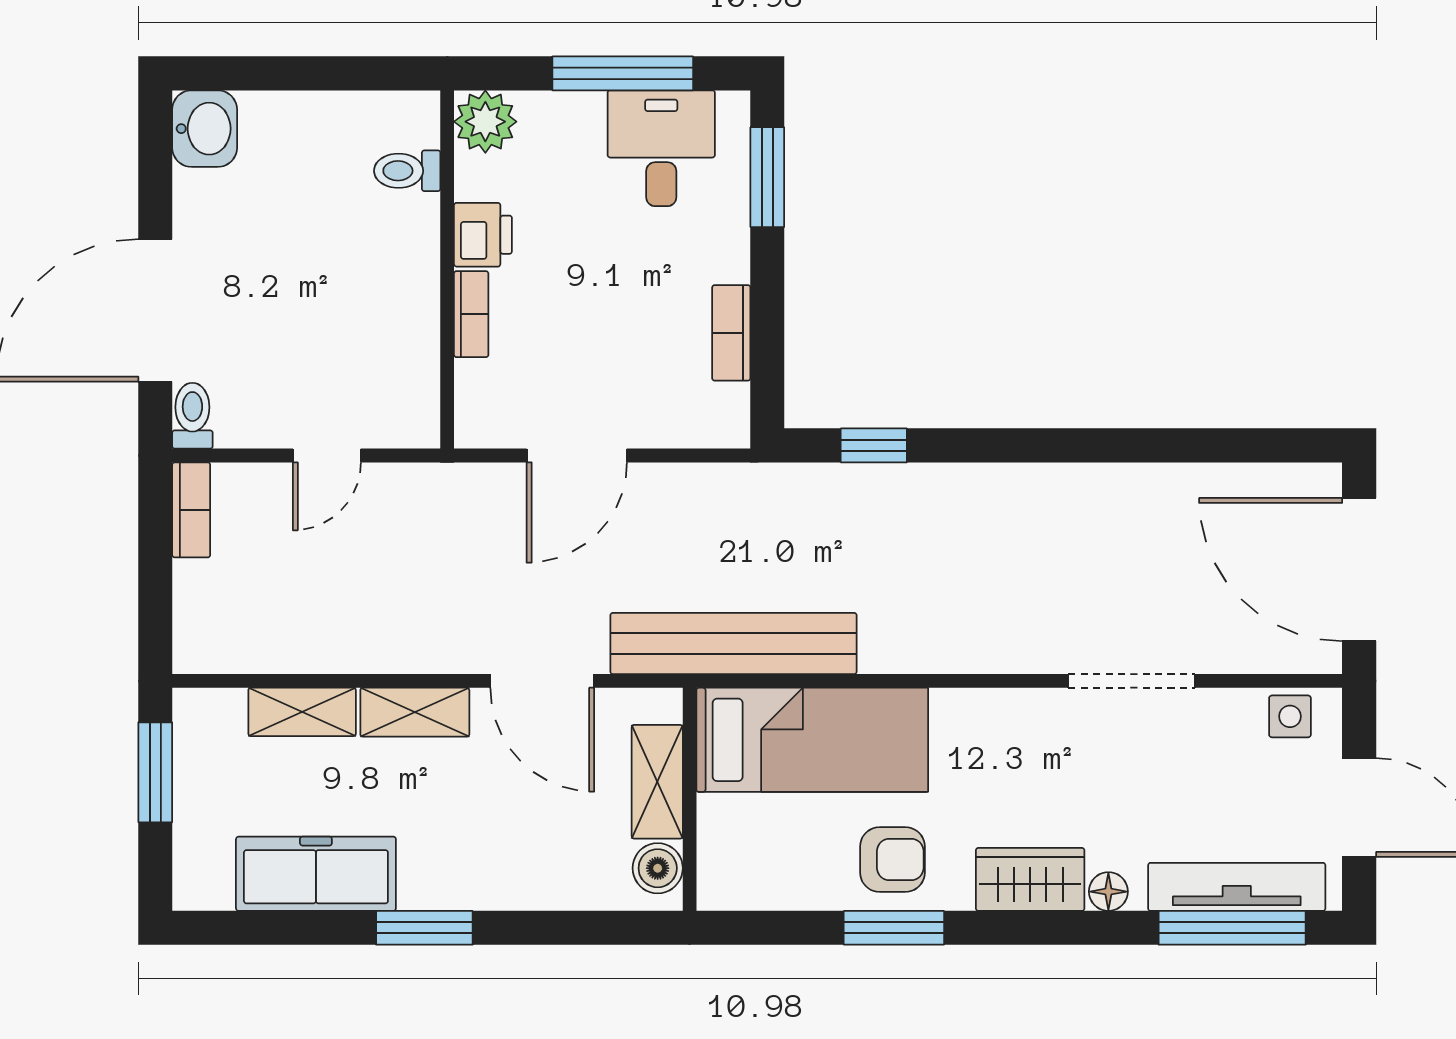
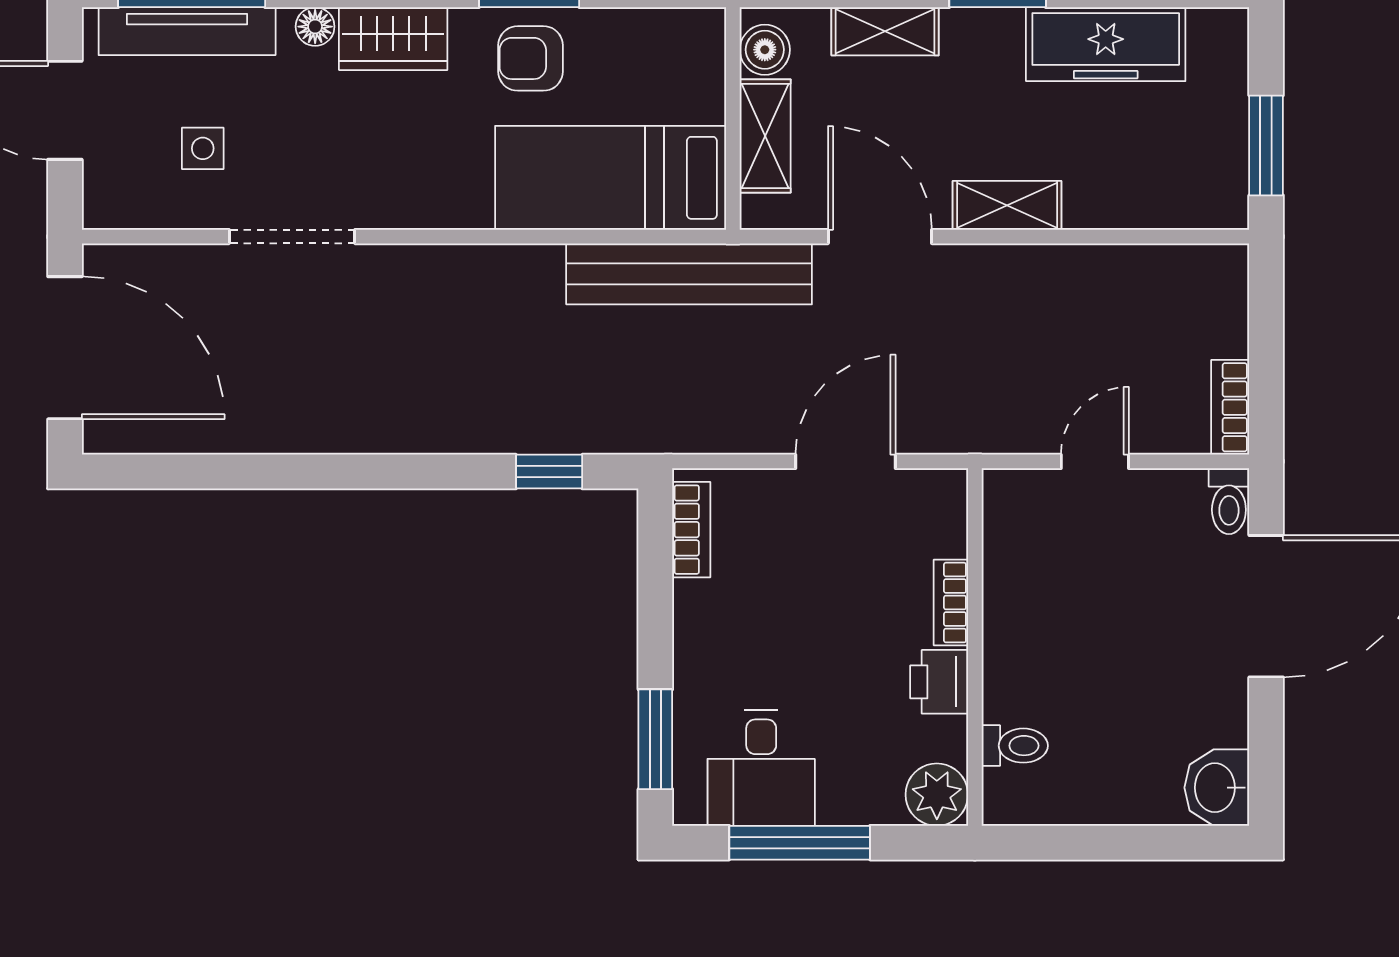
bookcase: (731, 333) -> (691, 530), moved
shelving: (302, 712) -> (885, 31), moved
side table: (1290, 716) -> (203, 148), moved

